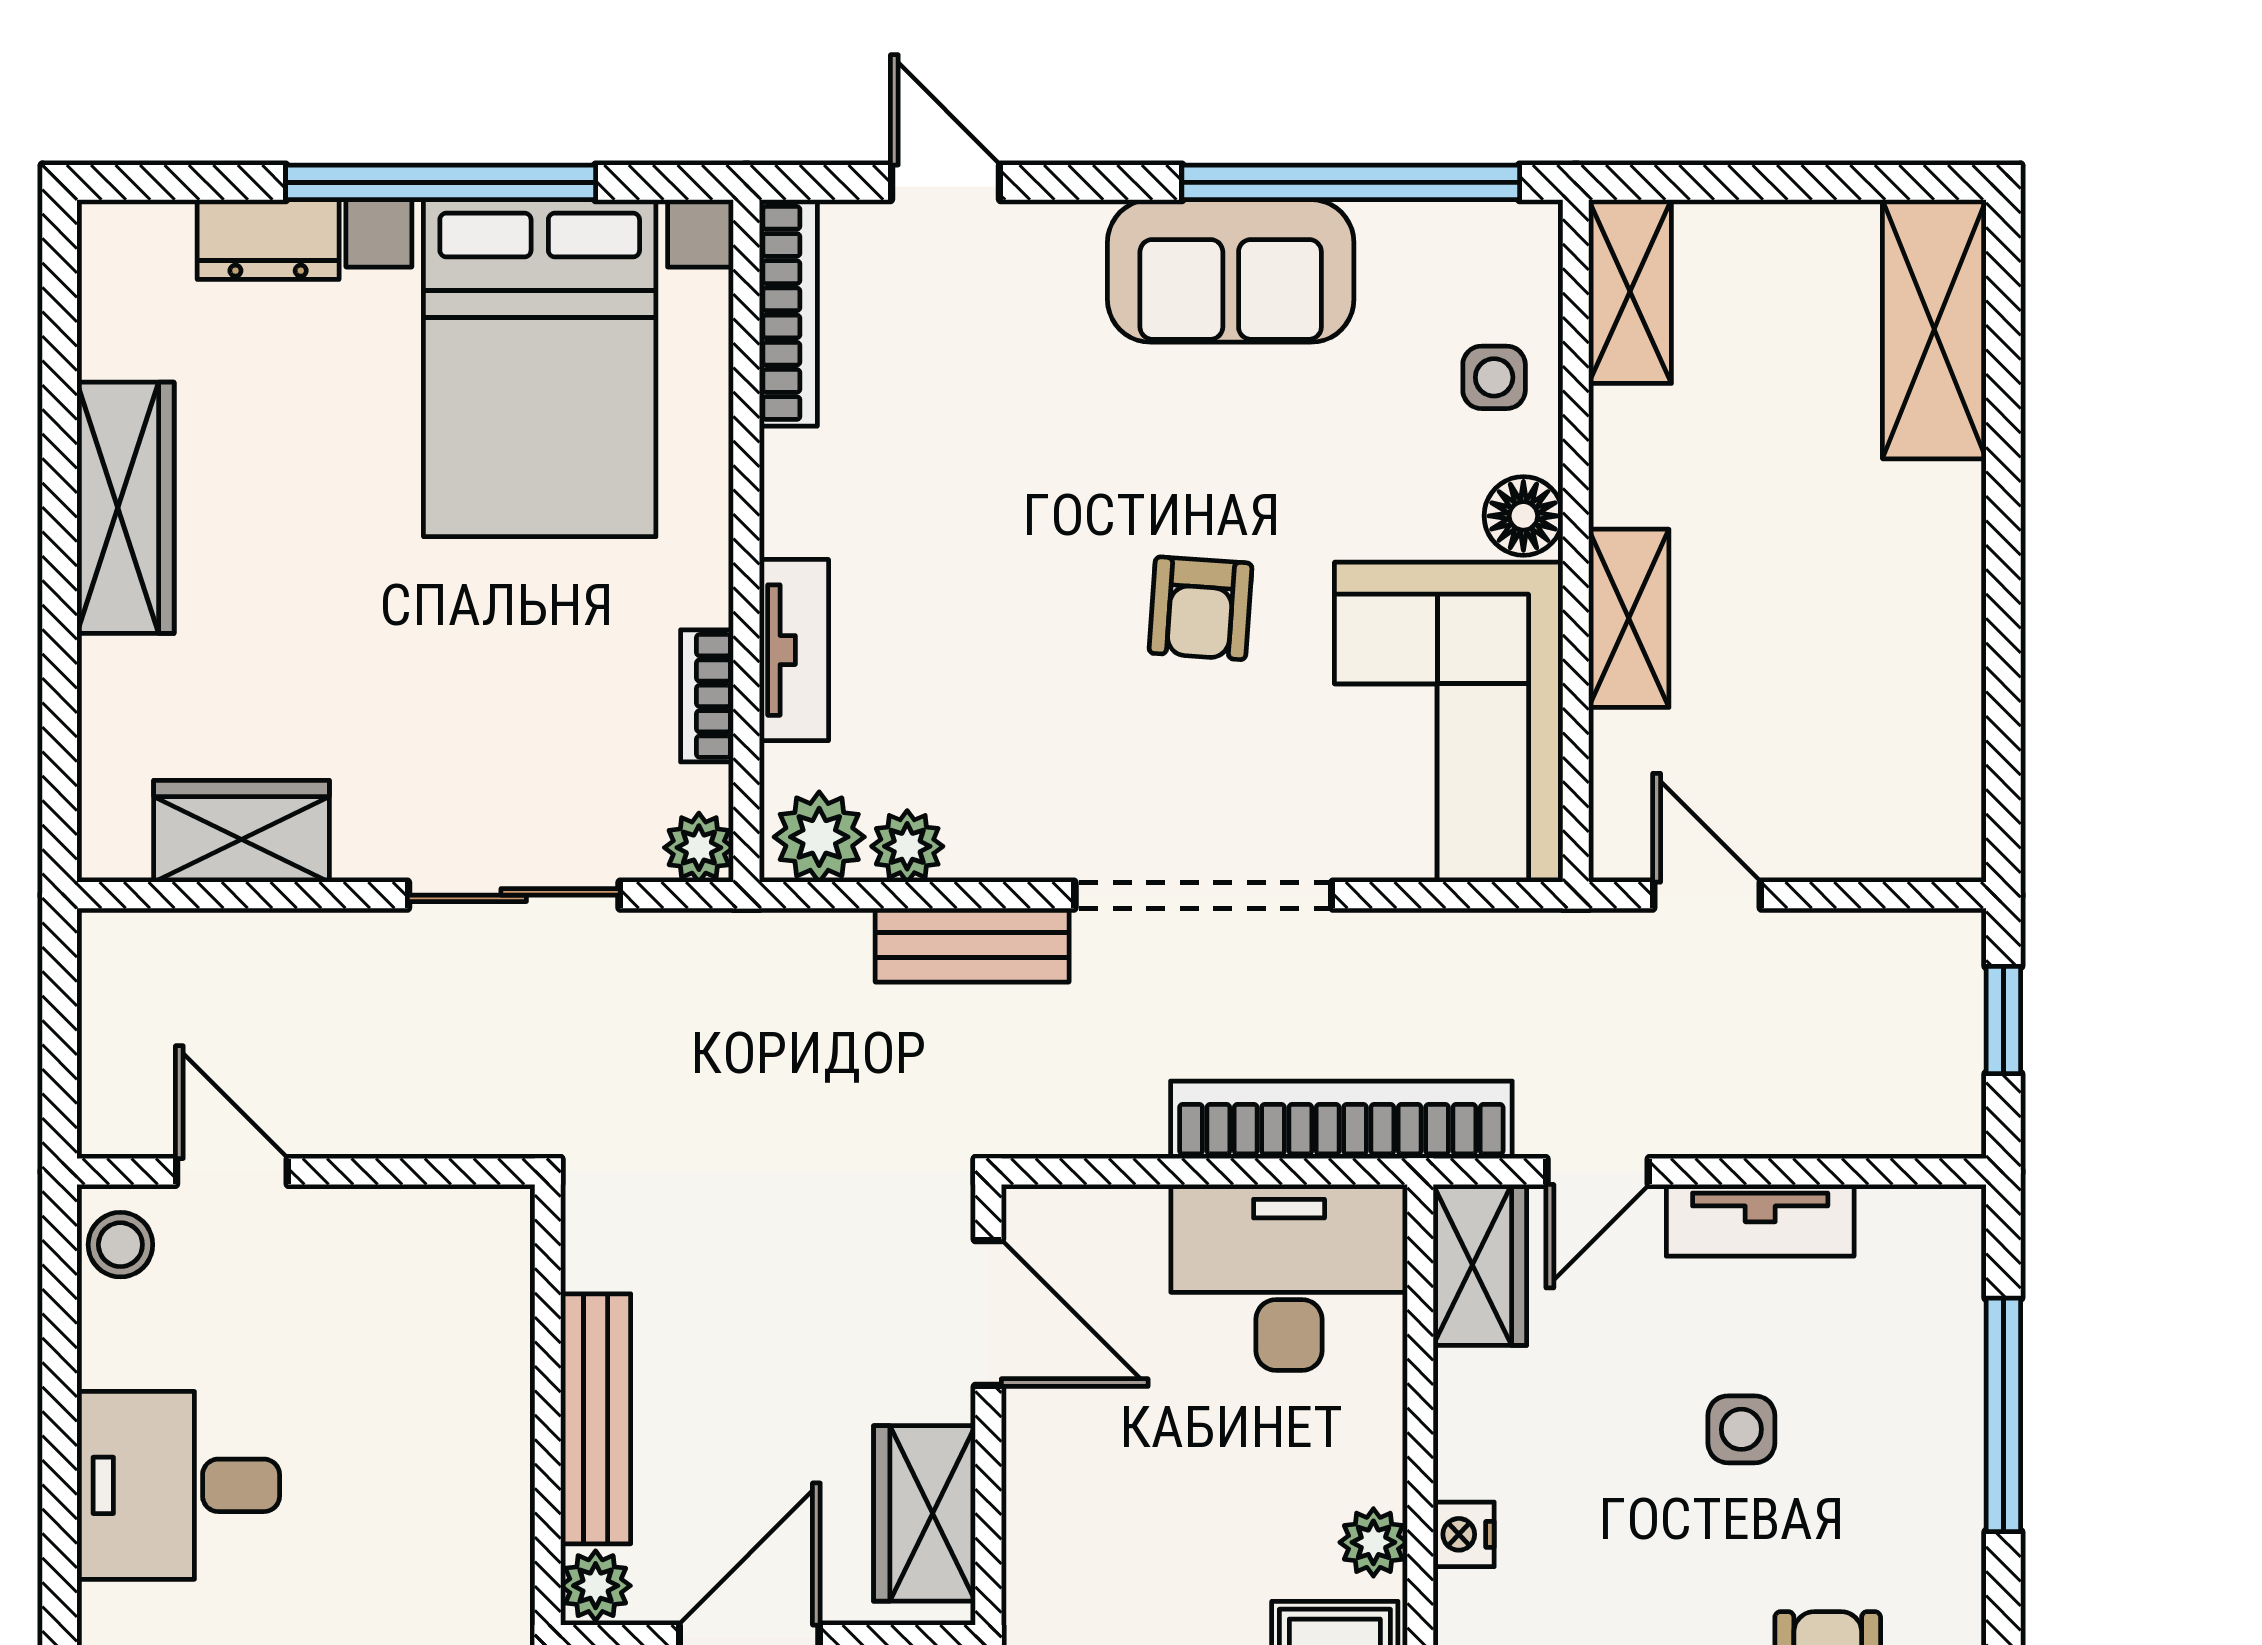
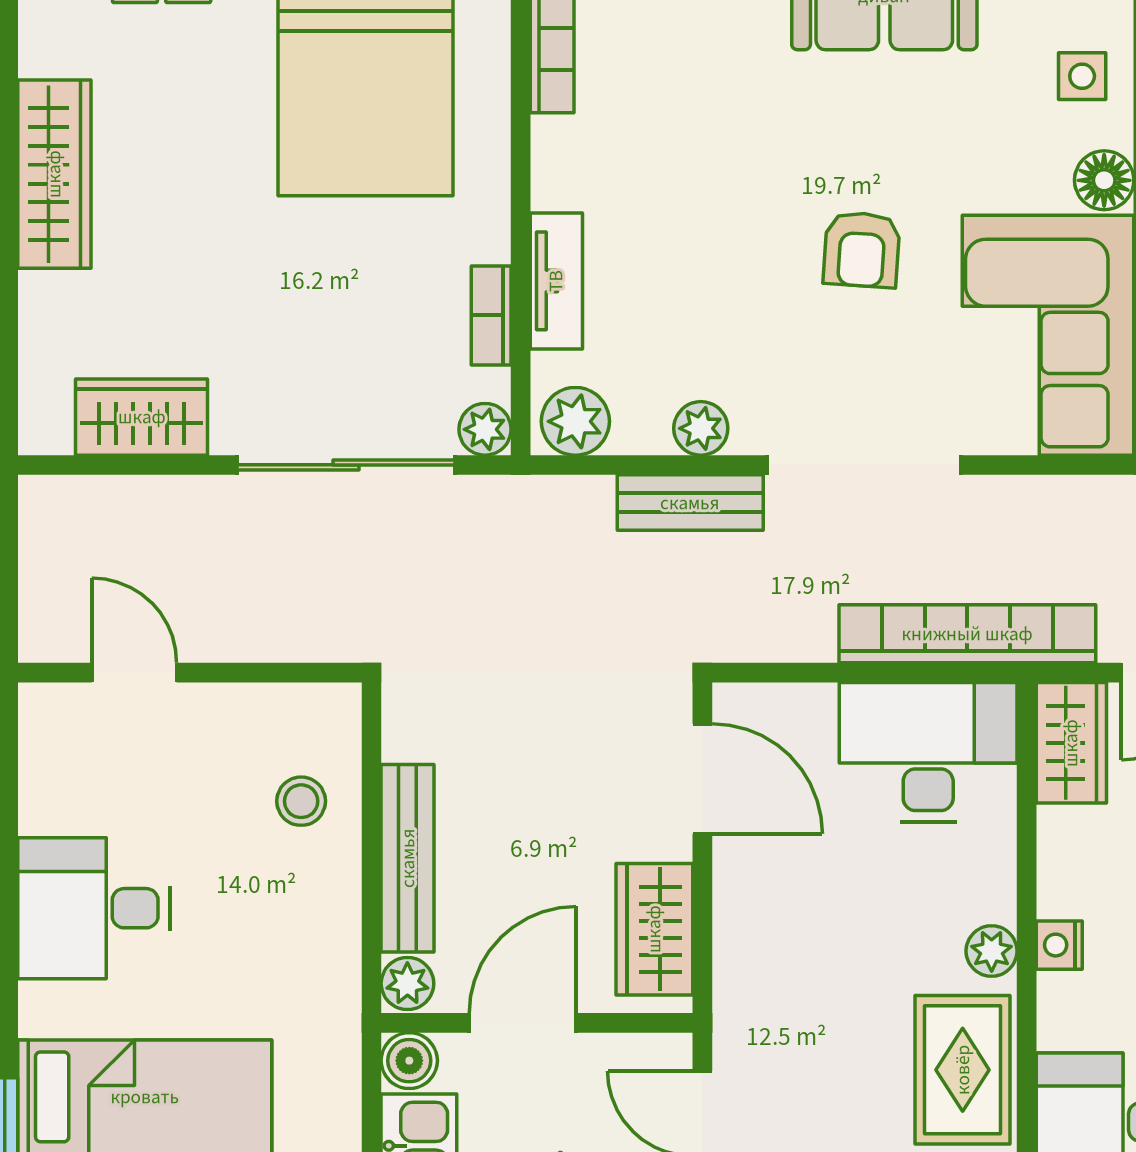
plant: (907, 846) -> (701, 428), moved
sliding door: (514, 895) -> (346, 465), width x1.37
stool: (120, 1245) -> (301, 801), moved

